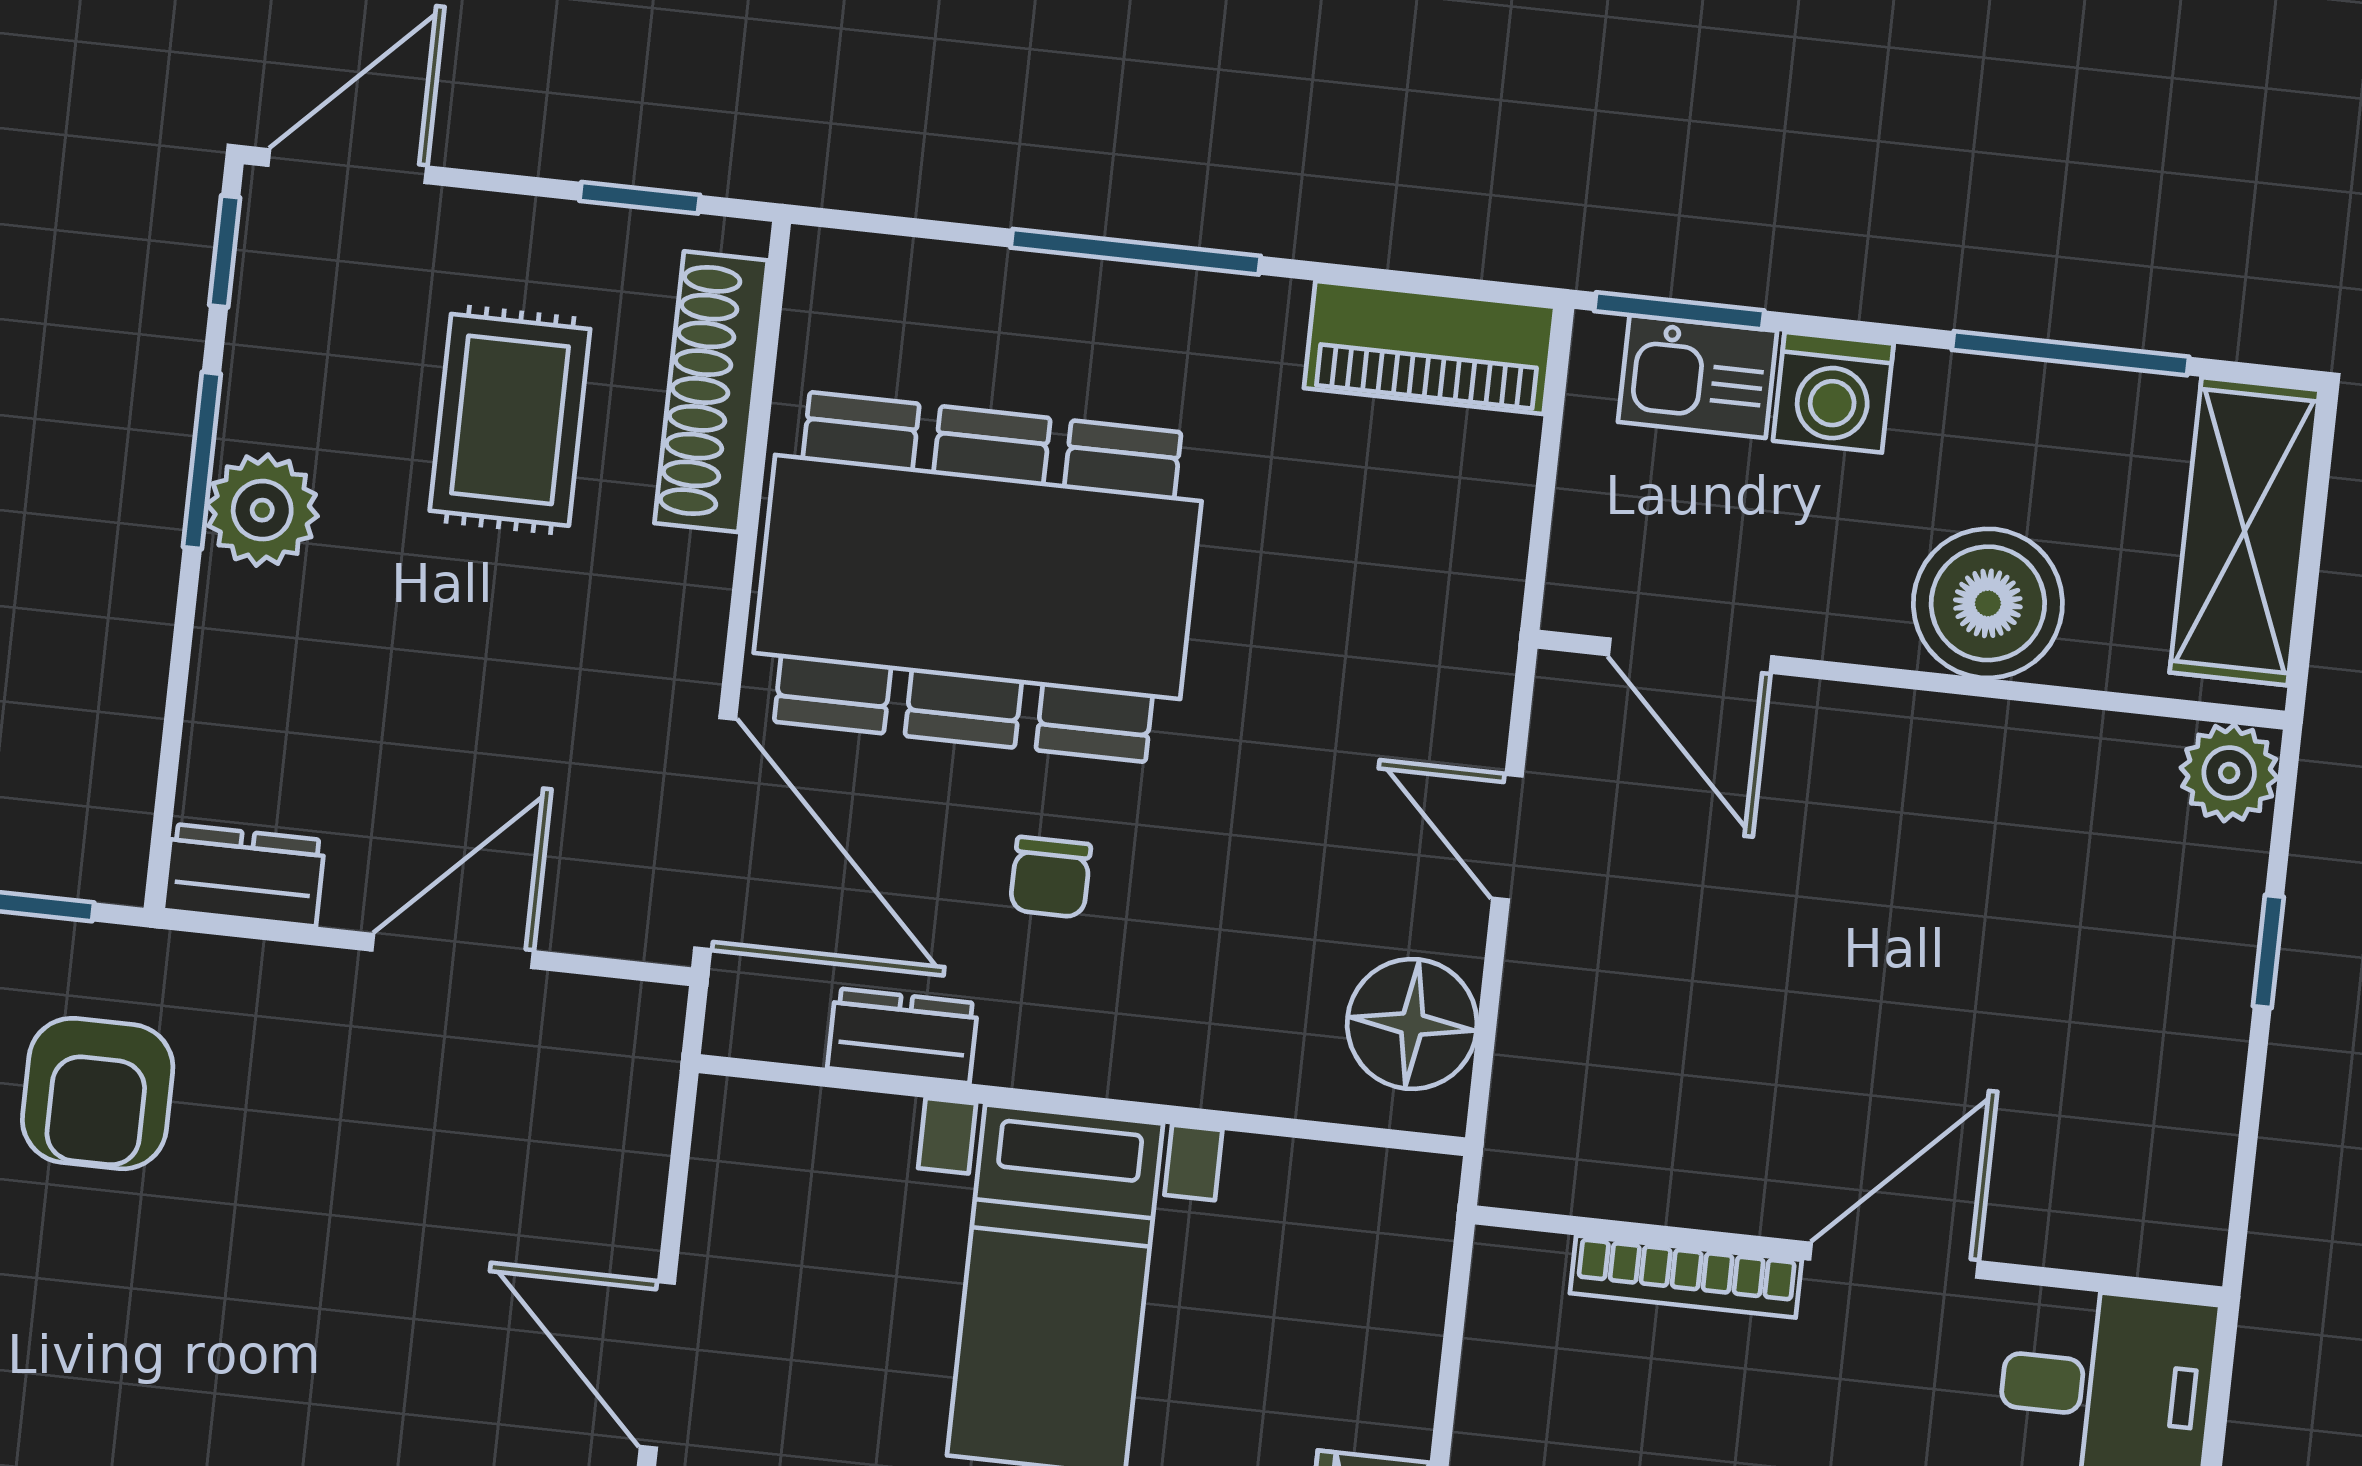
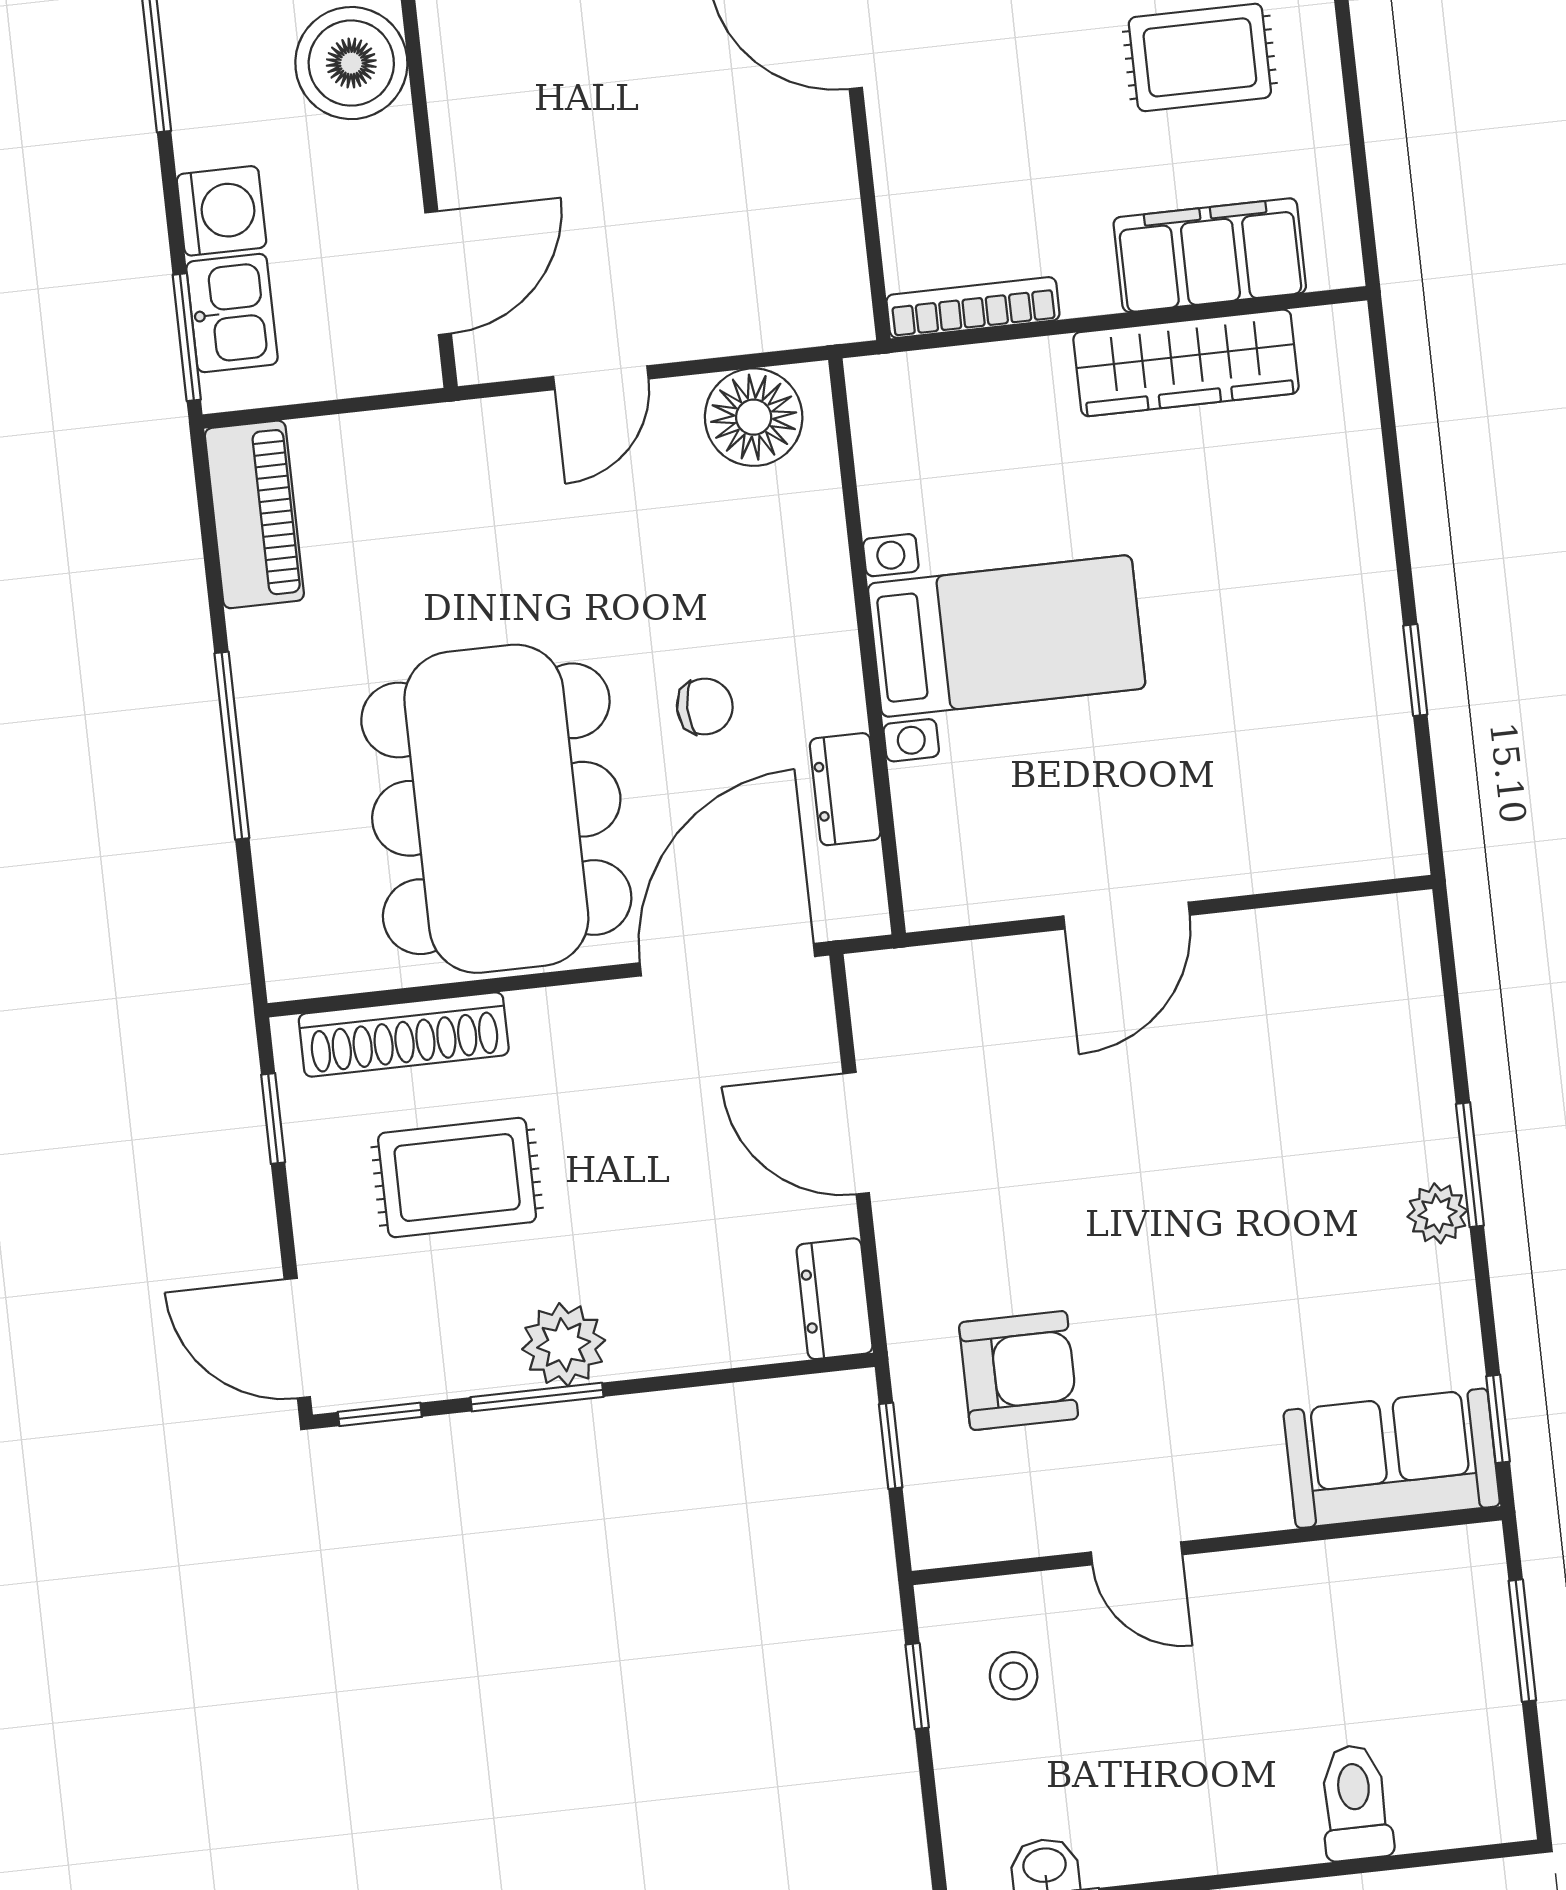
bookcase: (1686, 1276) -> (973, 307), moved, turned -90

